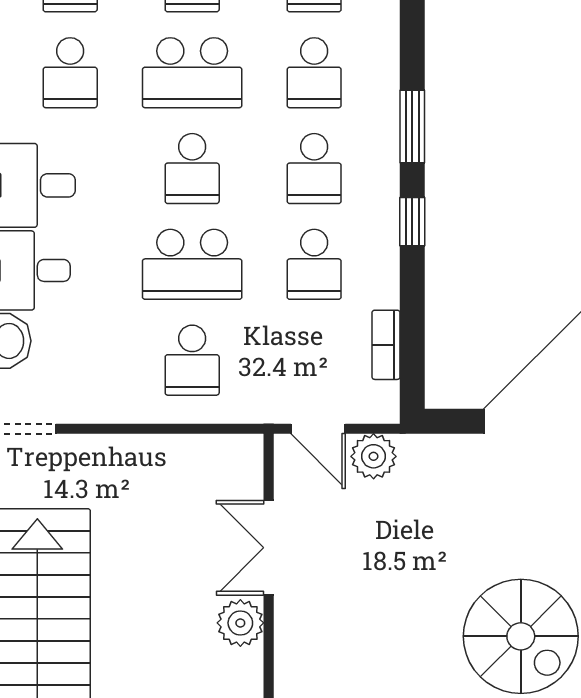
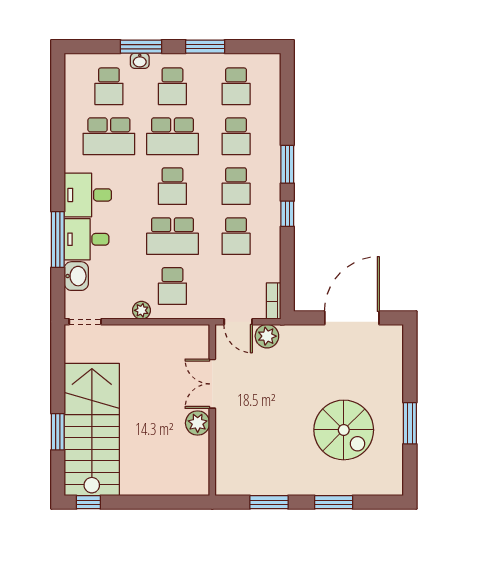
school desk: (70, 73) -> (109, 136), width x1.85
bookcase: (386, 345) -> (274, 301), moved
plant: (133, 407) -> (141, 310), added

